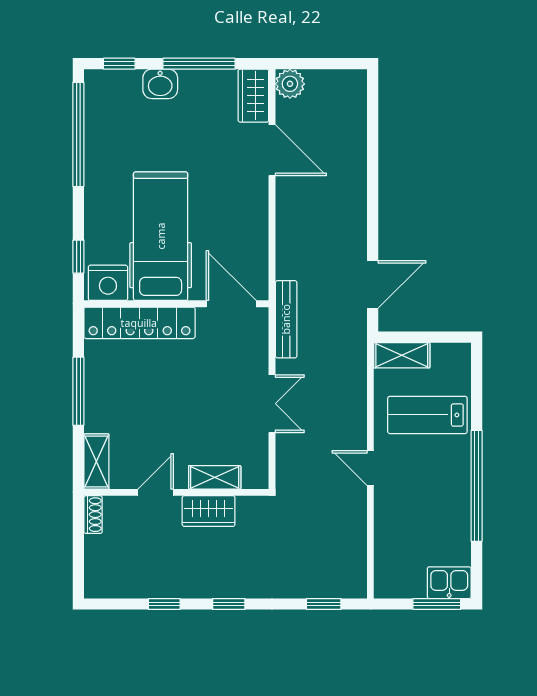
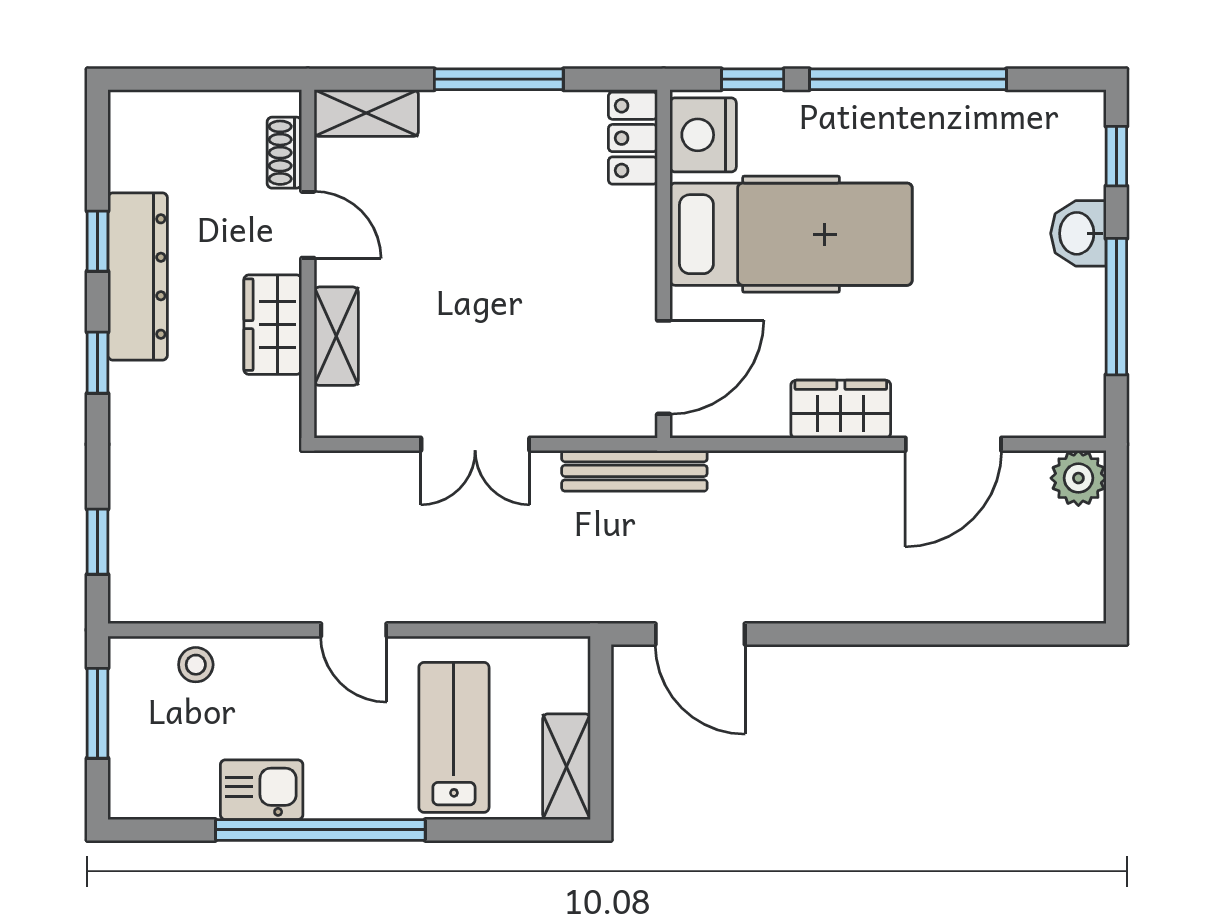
wardrobe: (253, 96) -> (841, 409), moved
window: (78, 134) -> (908, 79), moved
locker: (139, 323) -> (633, 138), width x0.46, depth x0.83
shelving: (402, 355) -> (567, 767), moved
door: (370, 468) -> (354, 630), swing flipped
shoe rack: (93, 515) -> (284, 153), moved, turned 90
stool: (389, 552) -> (196, 665), added
dresser: (183, 583) -> (138, 277), added
kitchen sink: (449, 583) -> (262, 790), moved, turned -90
window: (437, 604) -> (97, 713), moved

